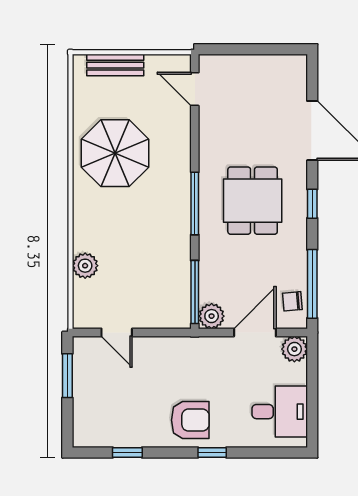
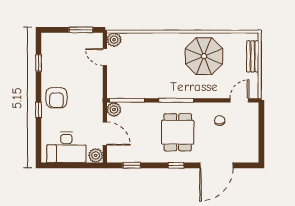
dining table: (253, 201) -> (178, 132), turned 90
plant: (85, 266) -> (114, 40), moved
window: (312, 284) -> (132, 165), width x0.46
chair: (292, 301) -> (220, 120), moved
door: (117, 332) -> (105, 57), hinge flipped
desk: (280, 412) -> (66, 147), width x1.37

